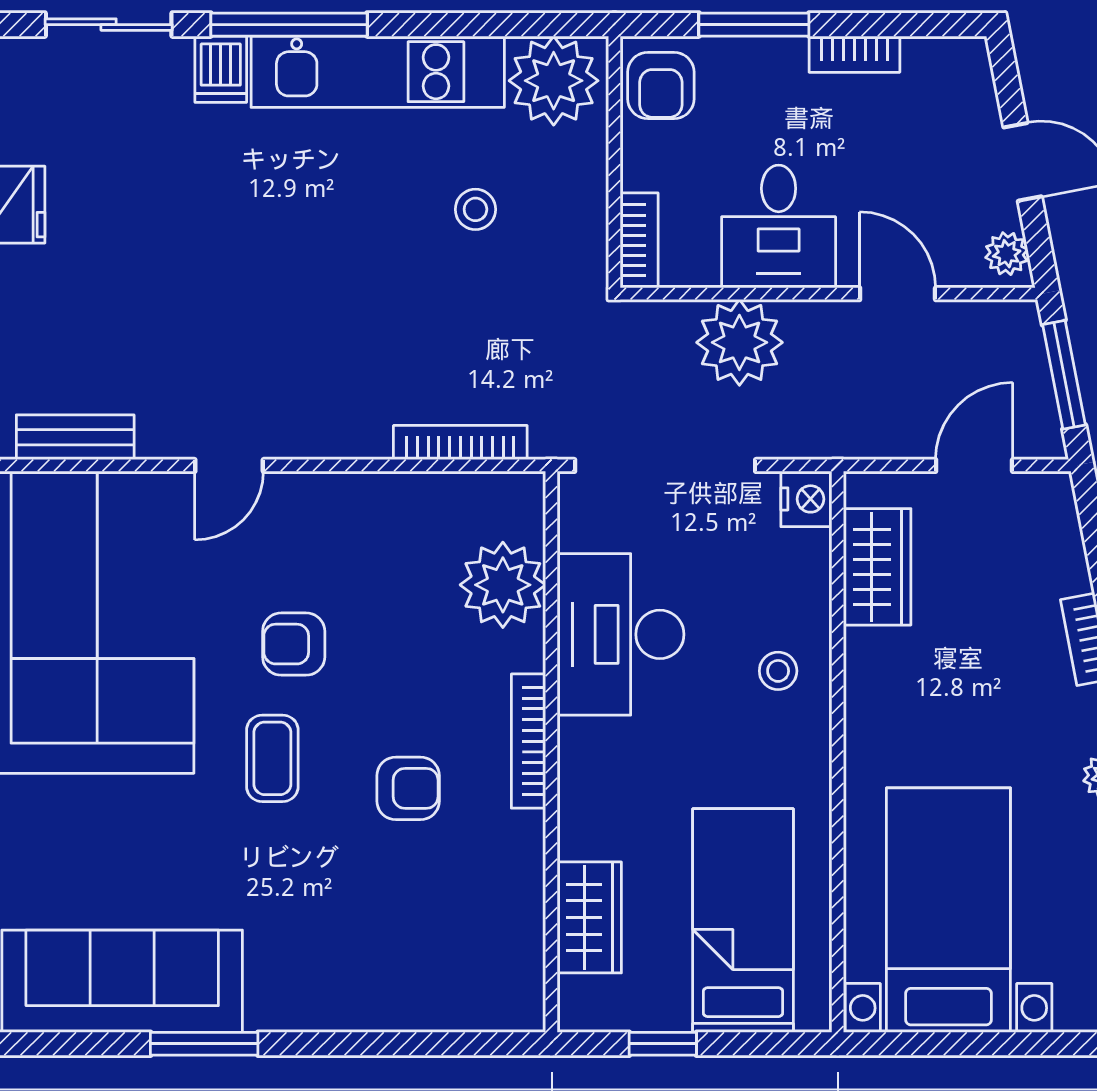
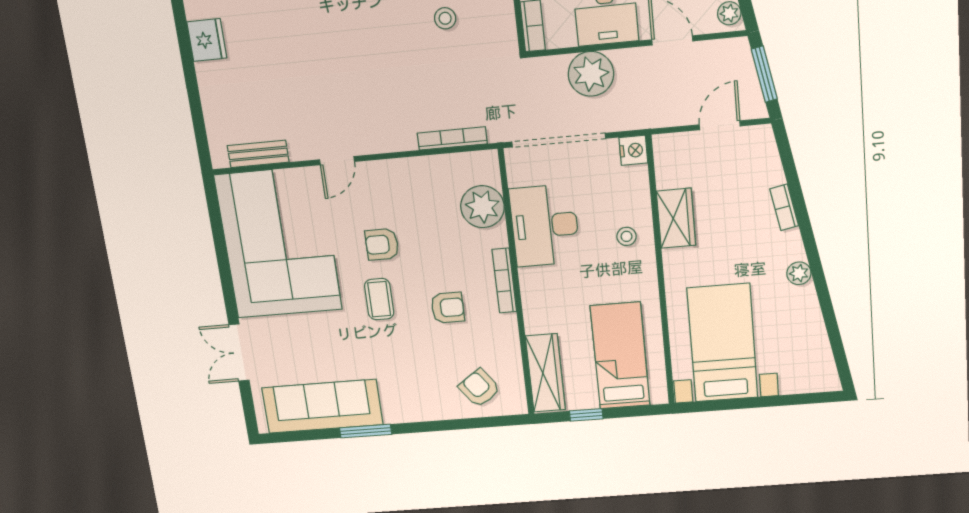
wardrobe: (877, 567) -> (676, 218), moved
wardrobe: (589, 917) -> (545, 373), width x1.50
armchair: (451, 967) -> (479, 388), added

